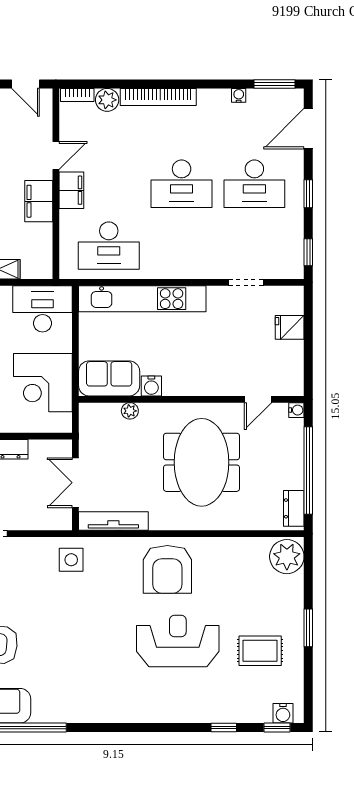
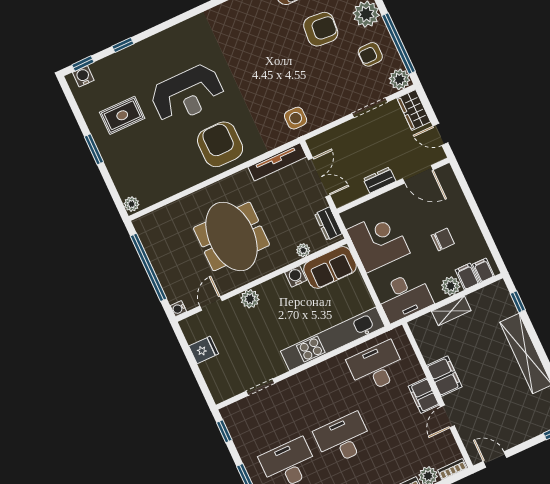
fridge: (290, 327) -> (204, 350), moved
plant: (213, 385) -> (250, 299), added
dresser: (294, 508) -> (328, 224), moved, turned 180
plant: (287, 557) -> (131, 204), width x0.53, depth x0.53

